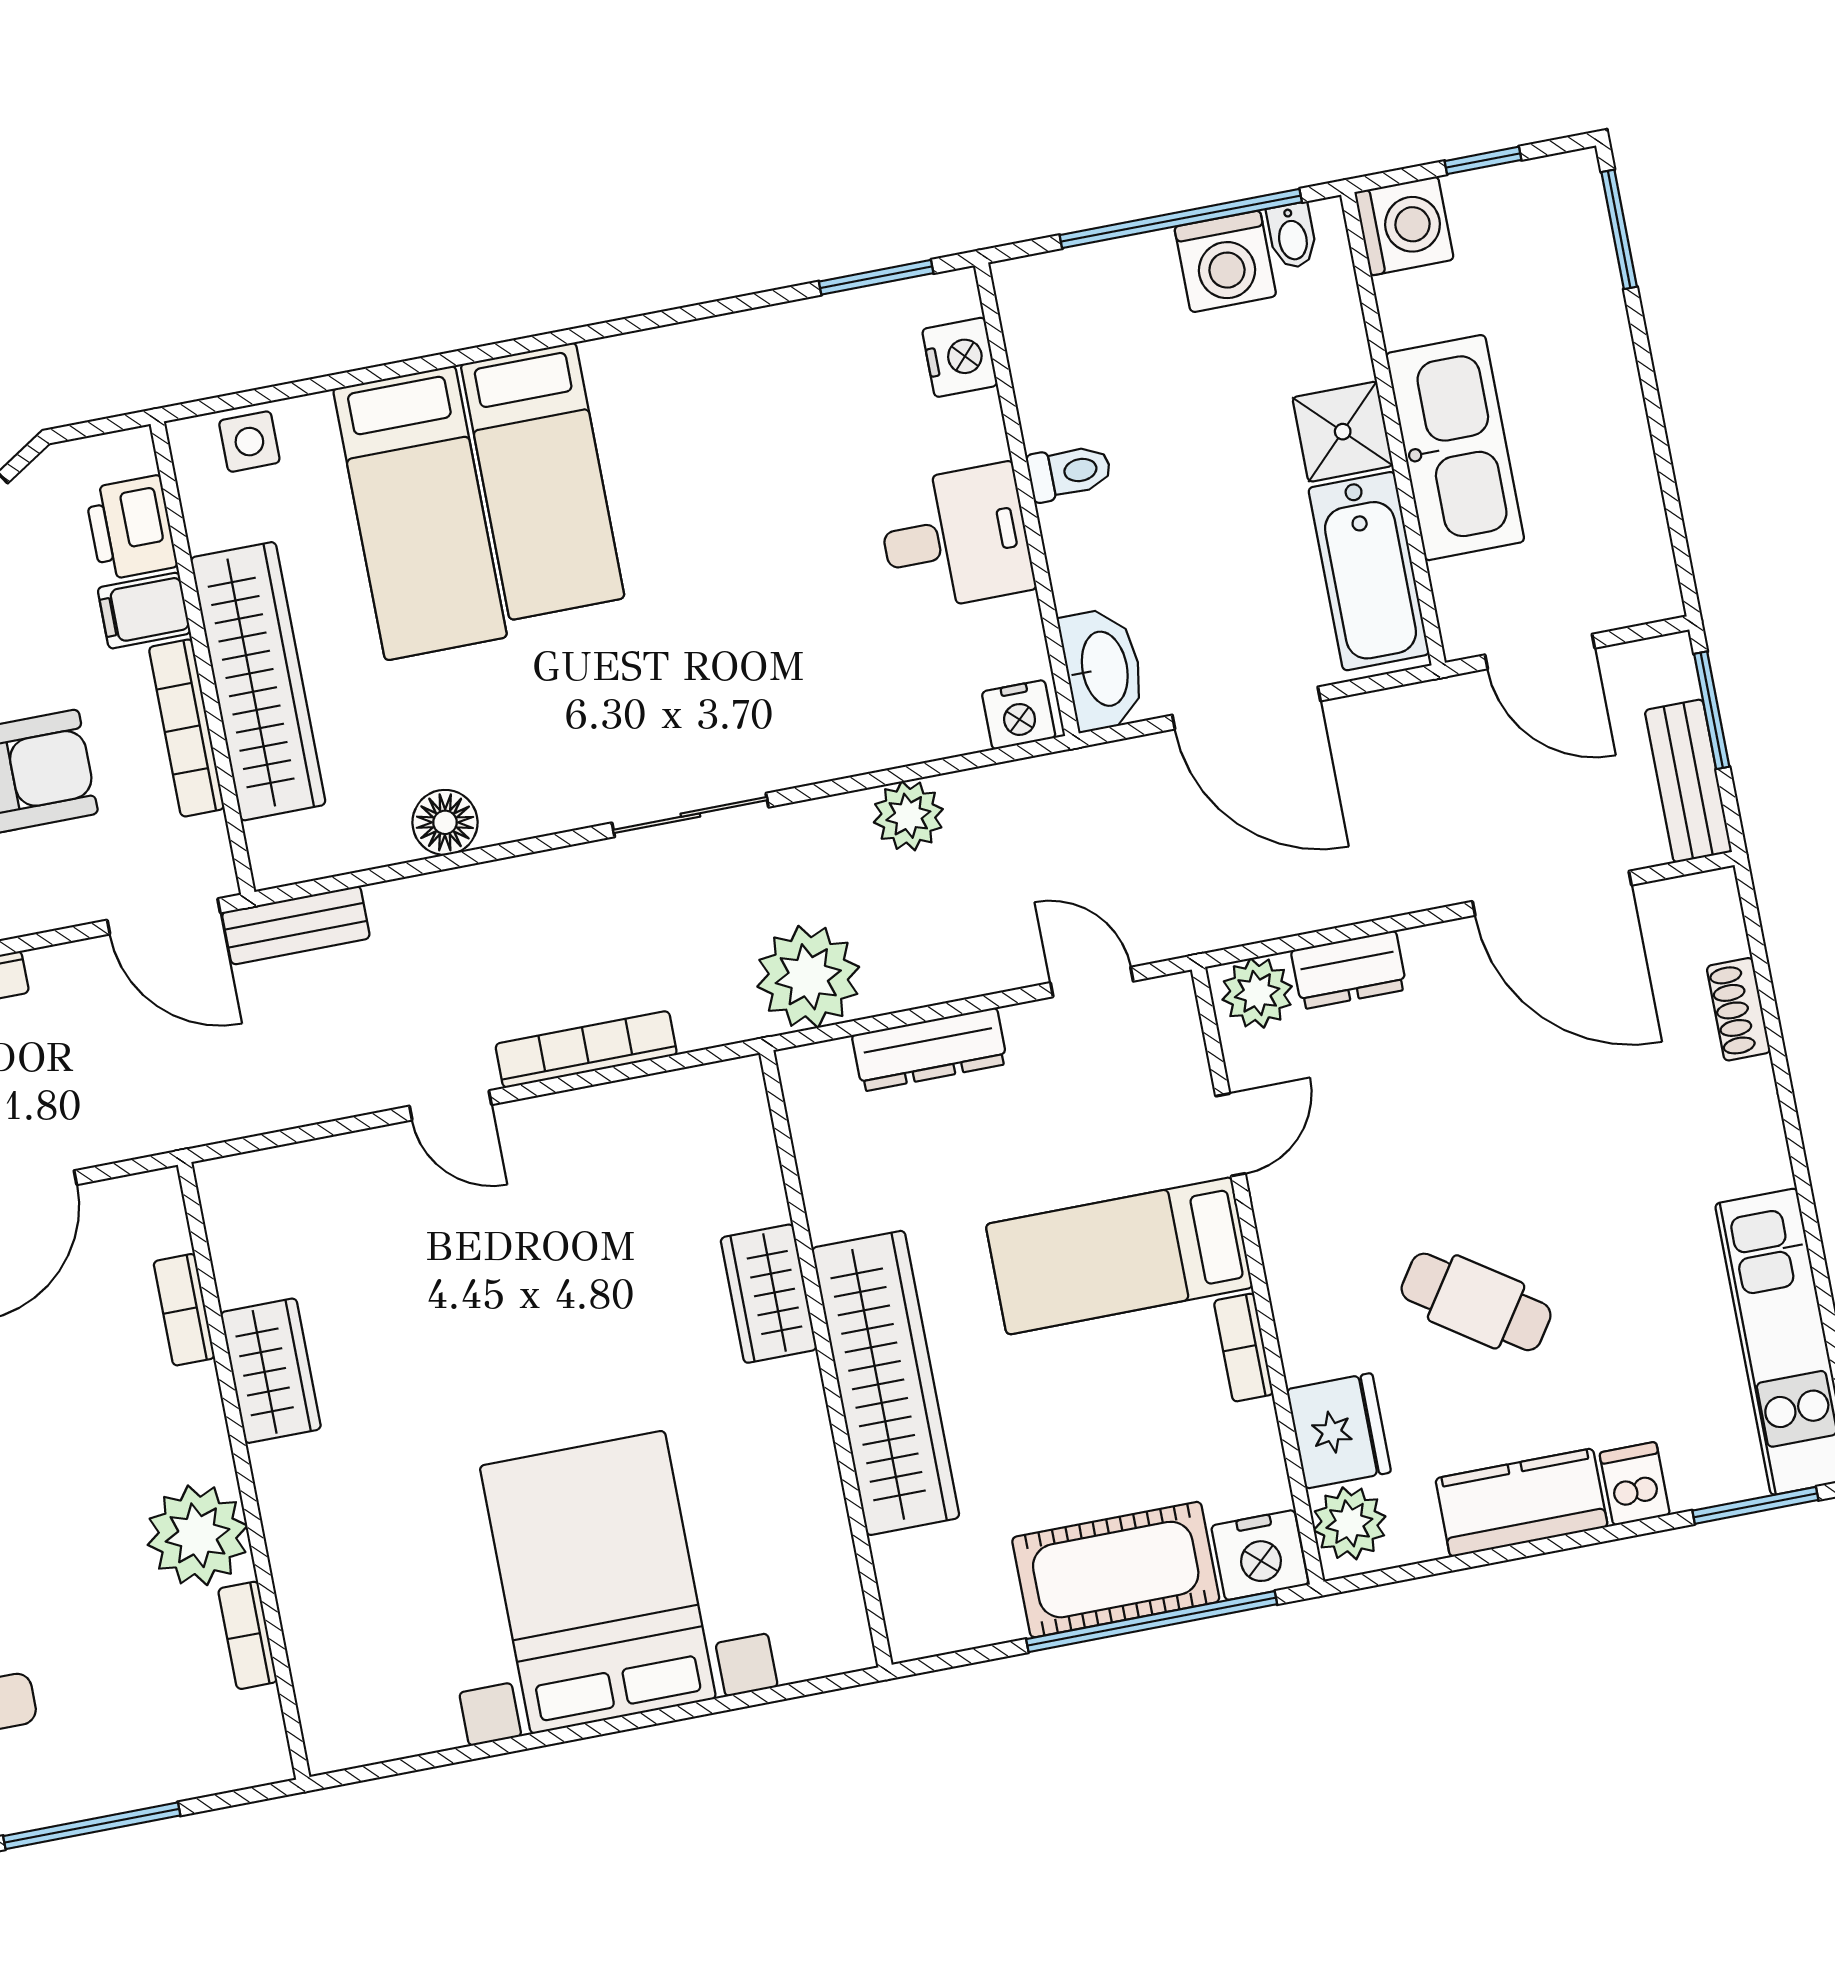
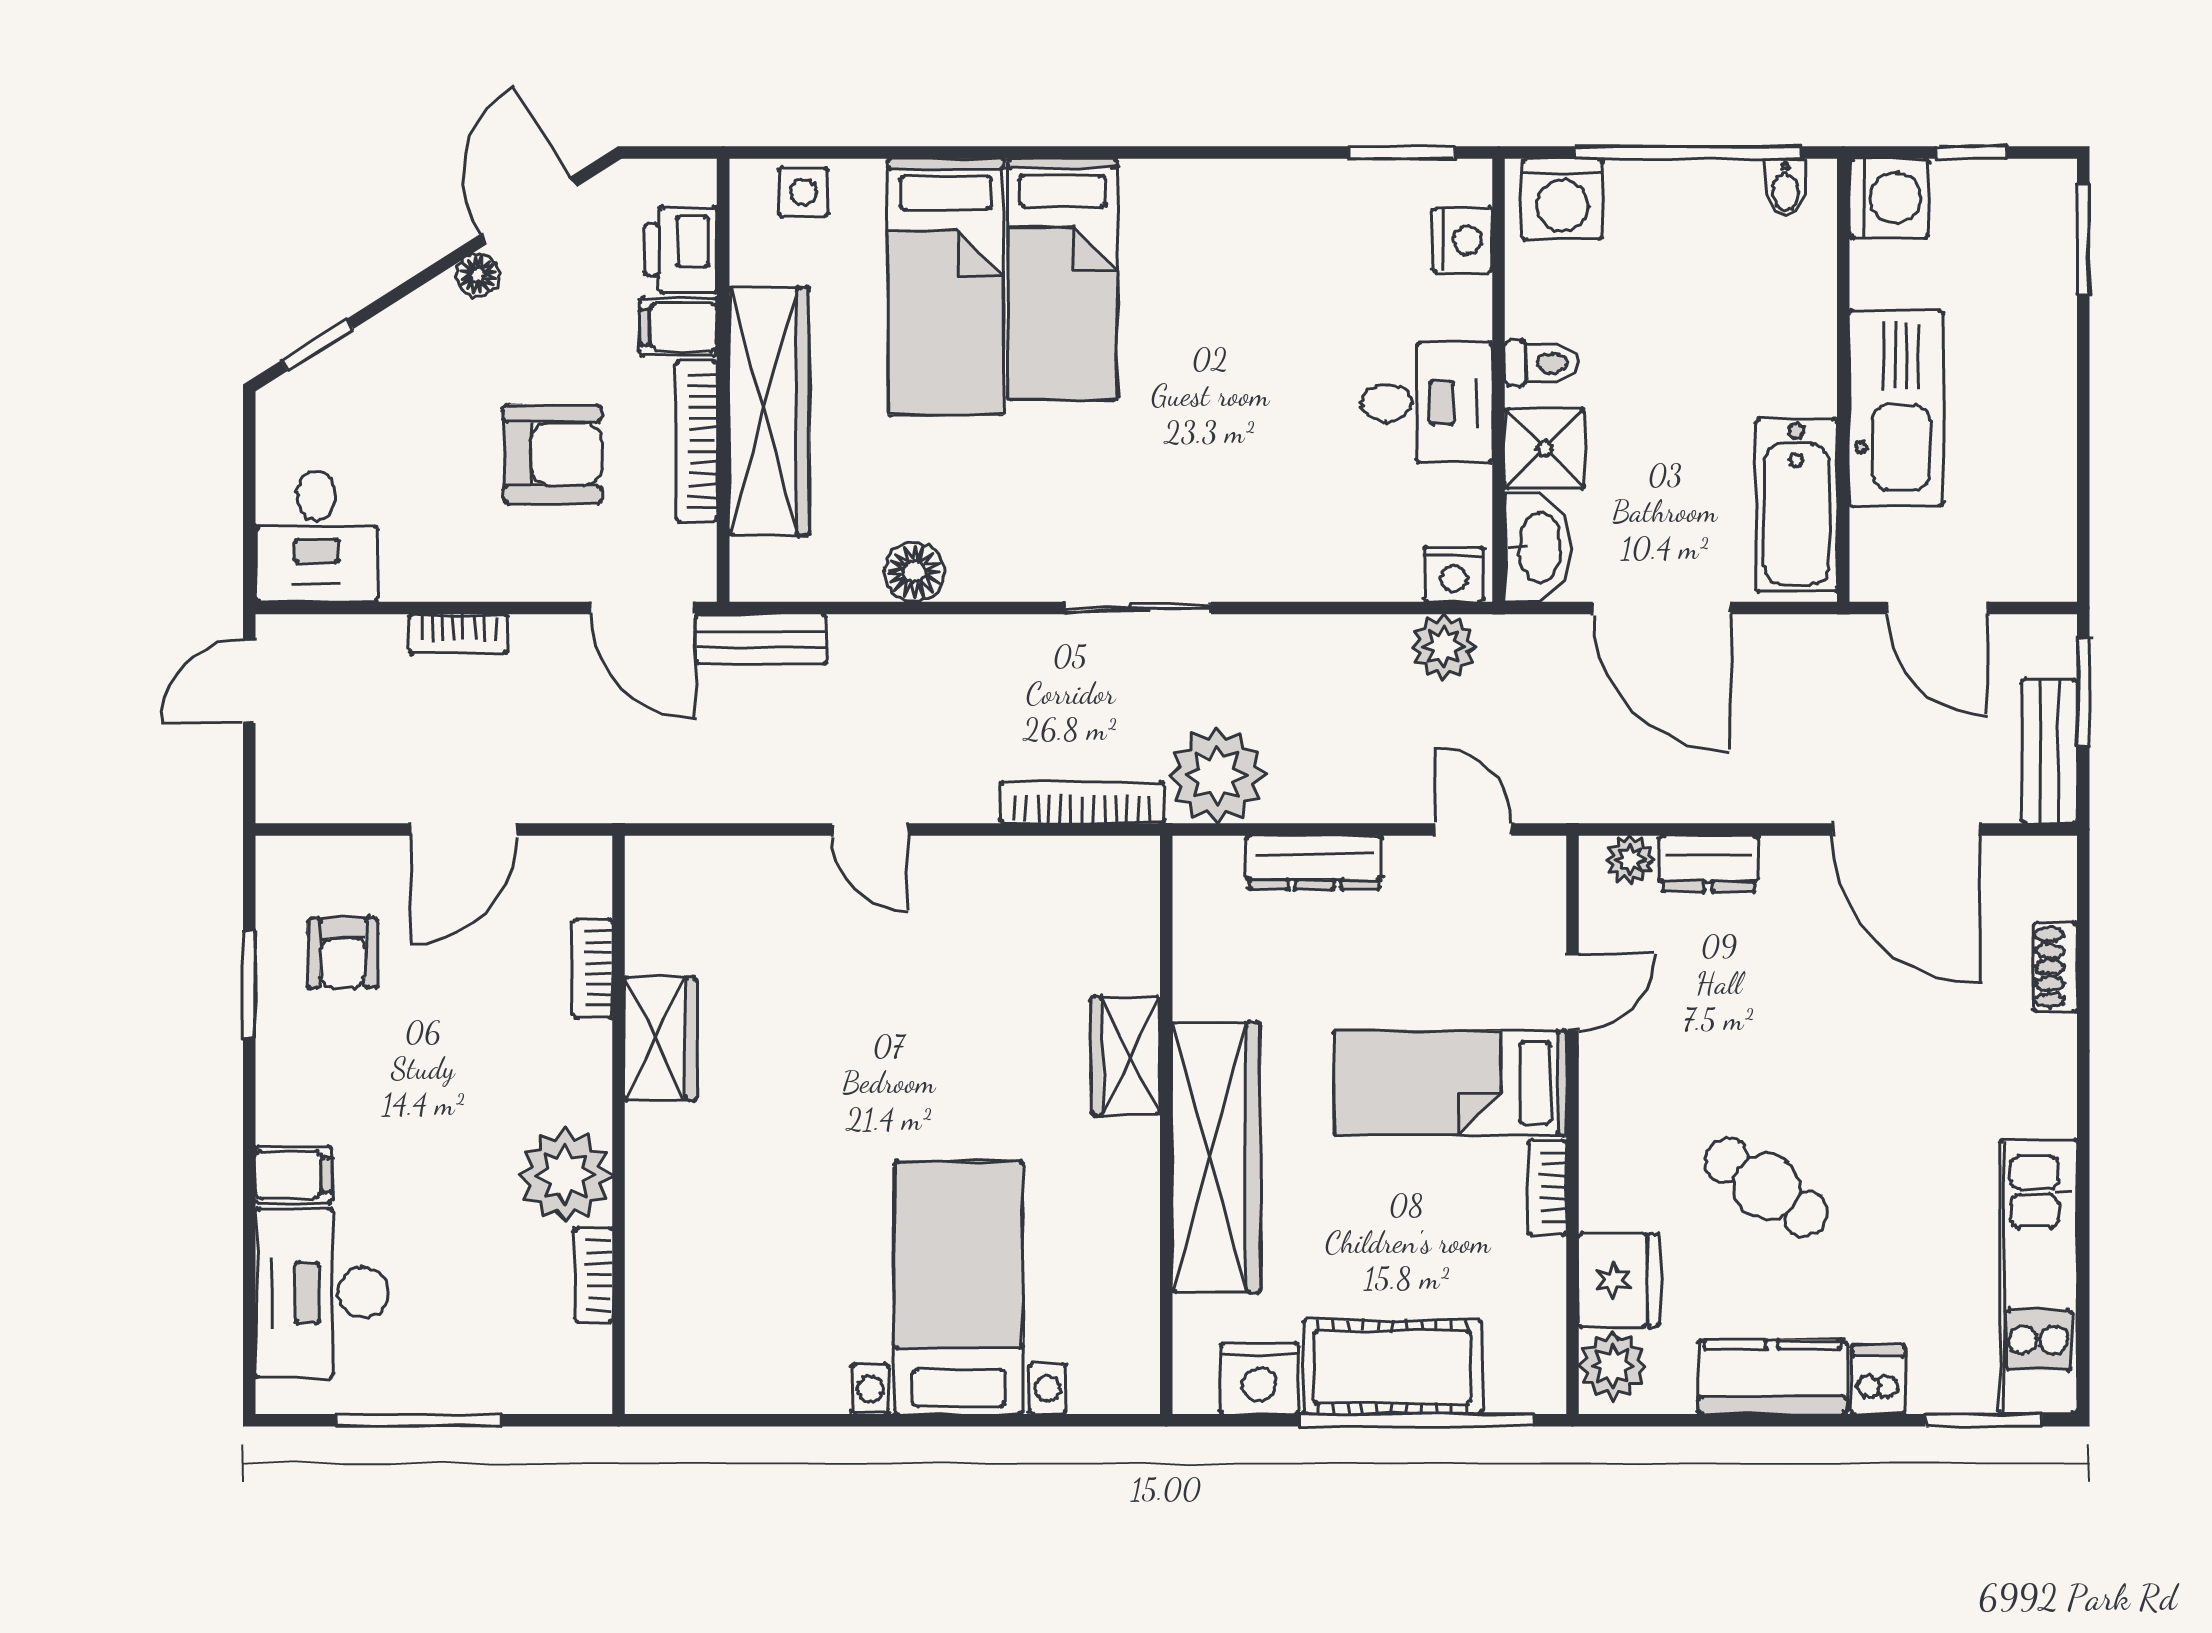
washing machine: (1225, 261) -> (1562, 199), moved
shower: (1343, 432) -> (1545, 449), moved
plant: (908, 816) -> (1443, 647), moved
plant: (1257, 993) -> (1630, 859), width x0.73, depth x0.73
bookcase: (586, 1049) -> (1082, 802), moved
nightstand: (1260, 1555) -> (1259, 1379), moved
bed with nightstands: (598, 1582) -> (959, 1288), width x0.73

